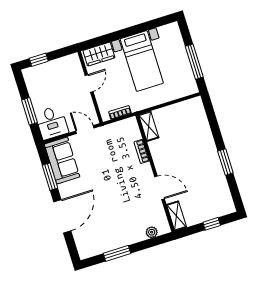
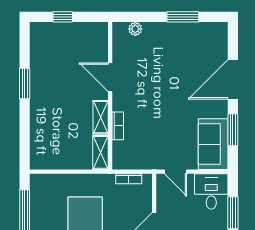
shelving: (177, 216) -> (101, 117), moved

